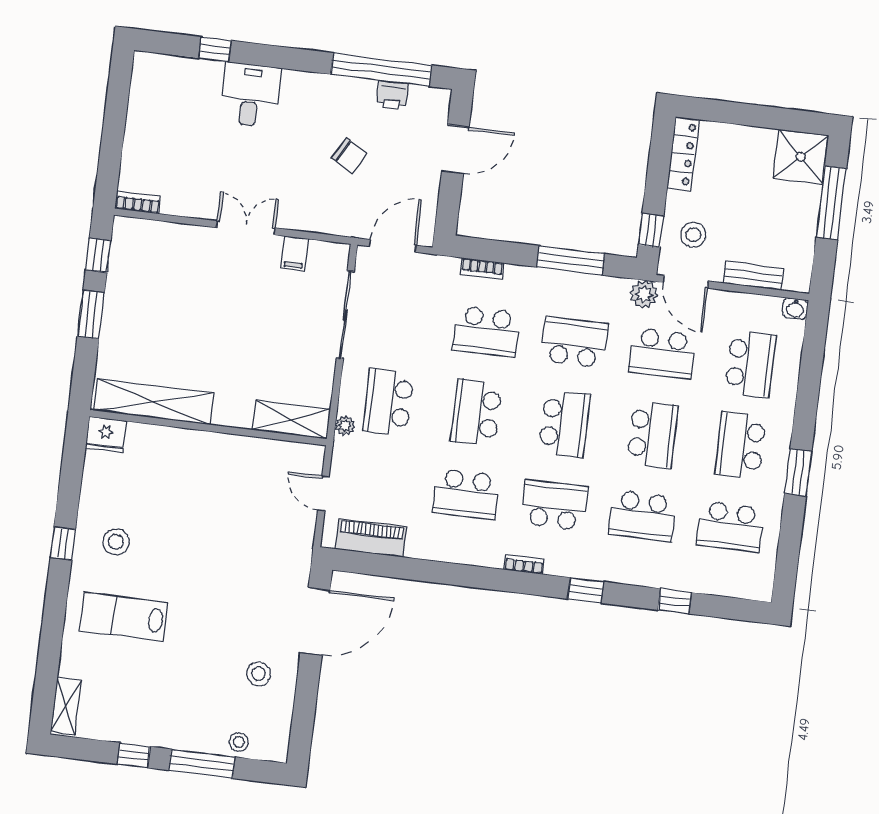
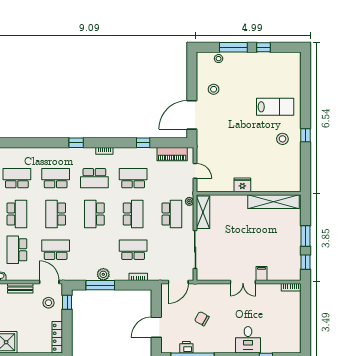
filing cabinet: (295, 253) -> (261, 273), moved
plant: (644, 294) -> (103, 274), moved
school desk: (574, 342) -> (94, 250), removed
shelving: (291, 420) -> (203, 212), moved, turned 90
fridge: (106, 435) -> (242, 185), moved
window: (675, 601) -> (143, 143), moved
shelving: (66, 706) -> (295, 65), removed

